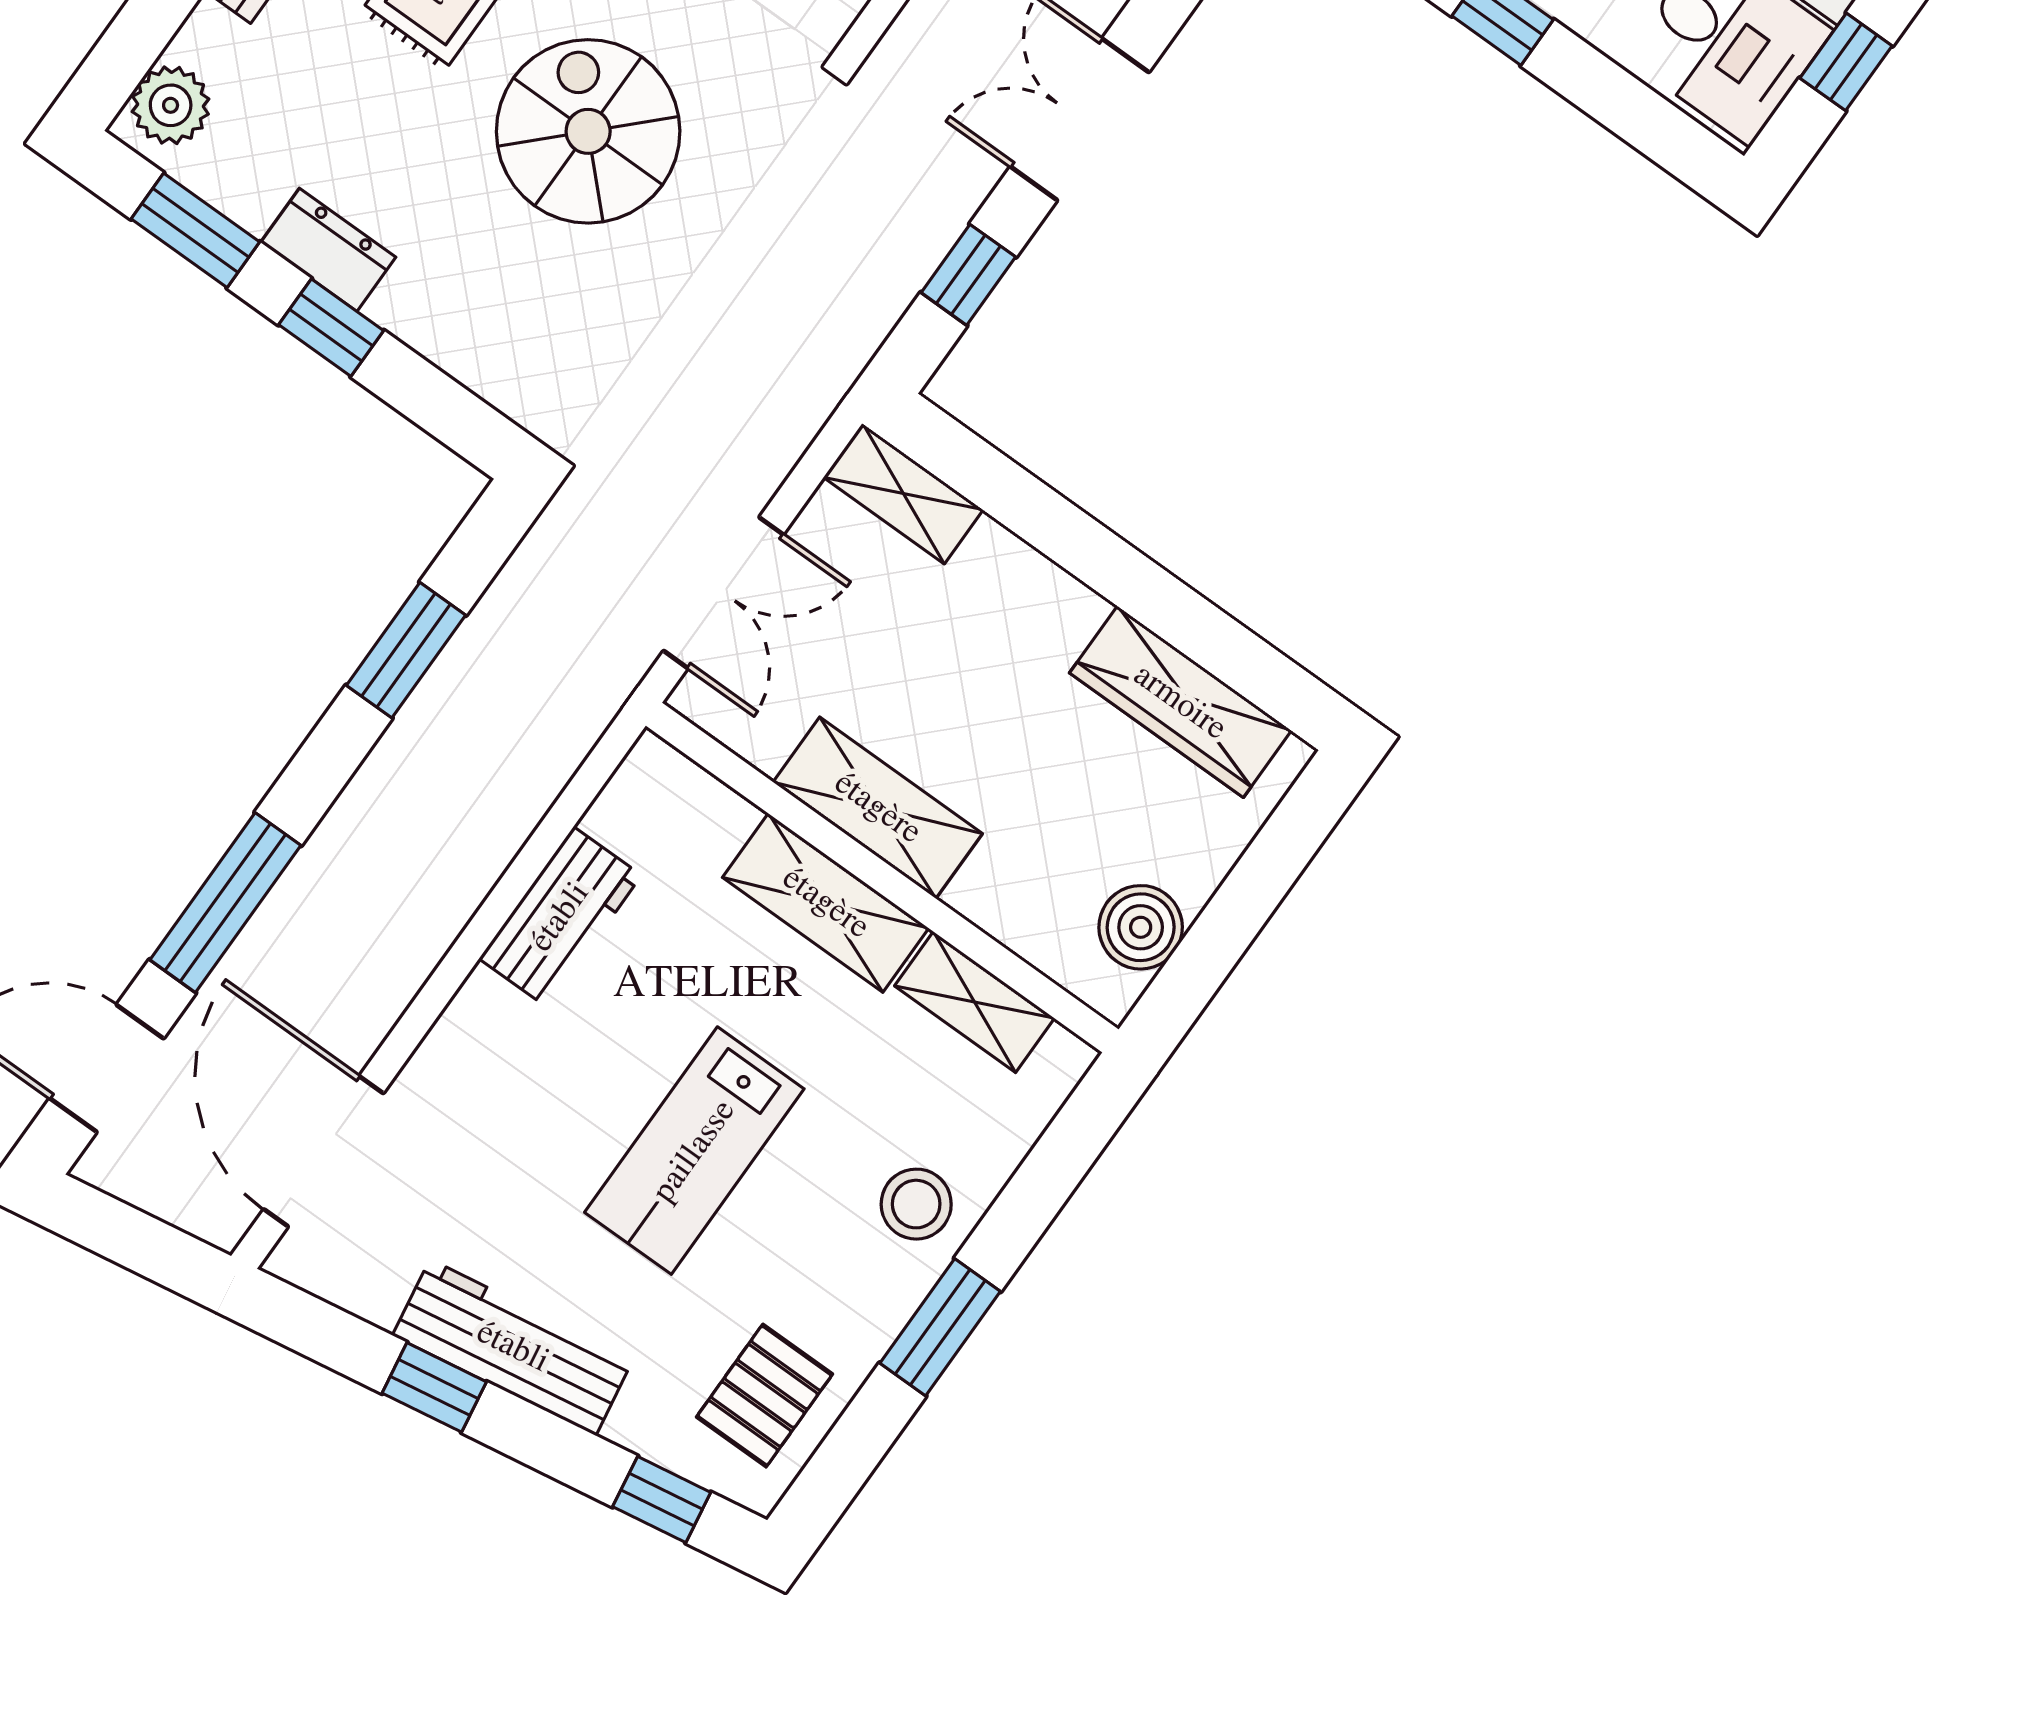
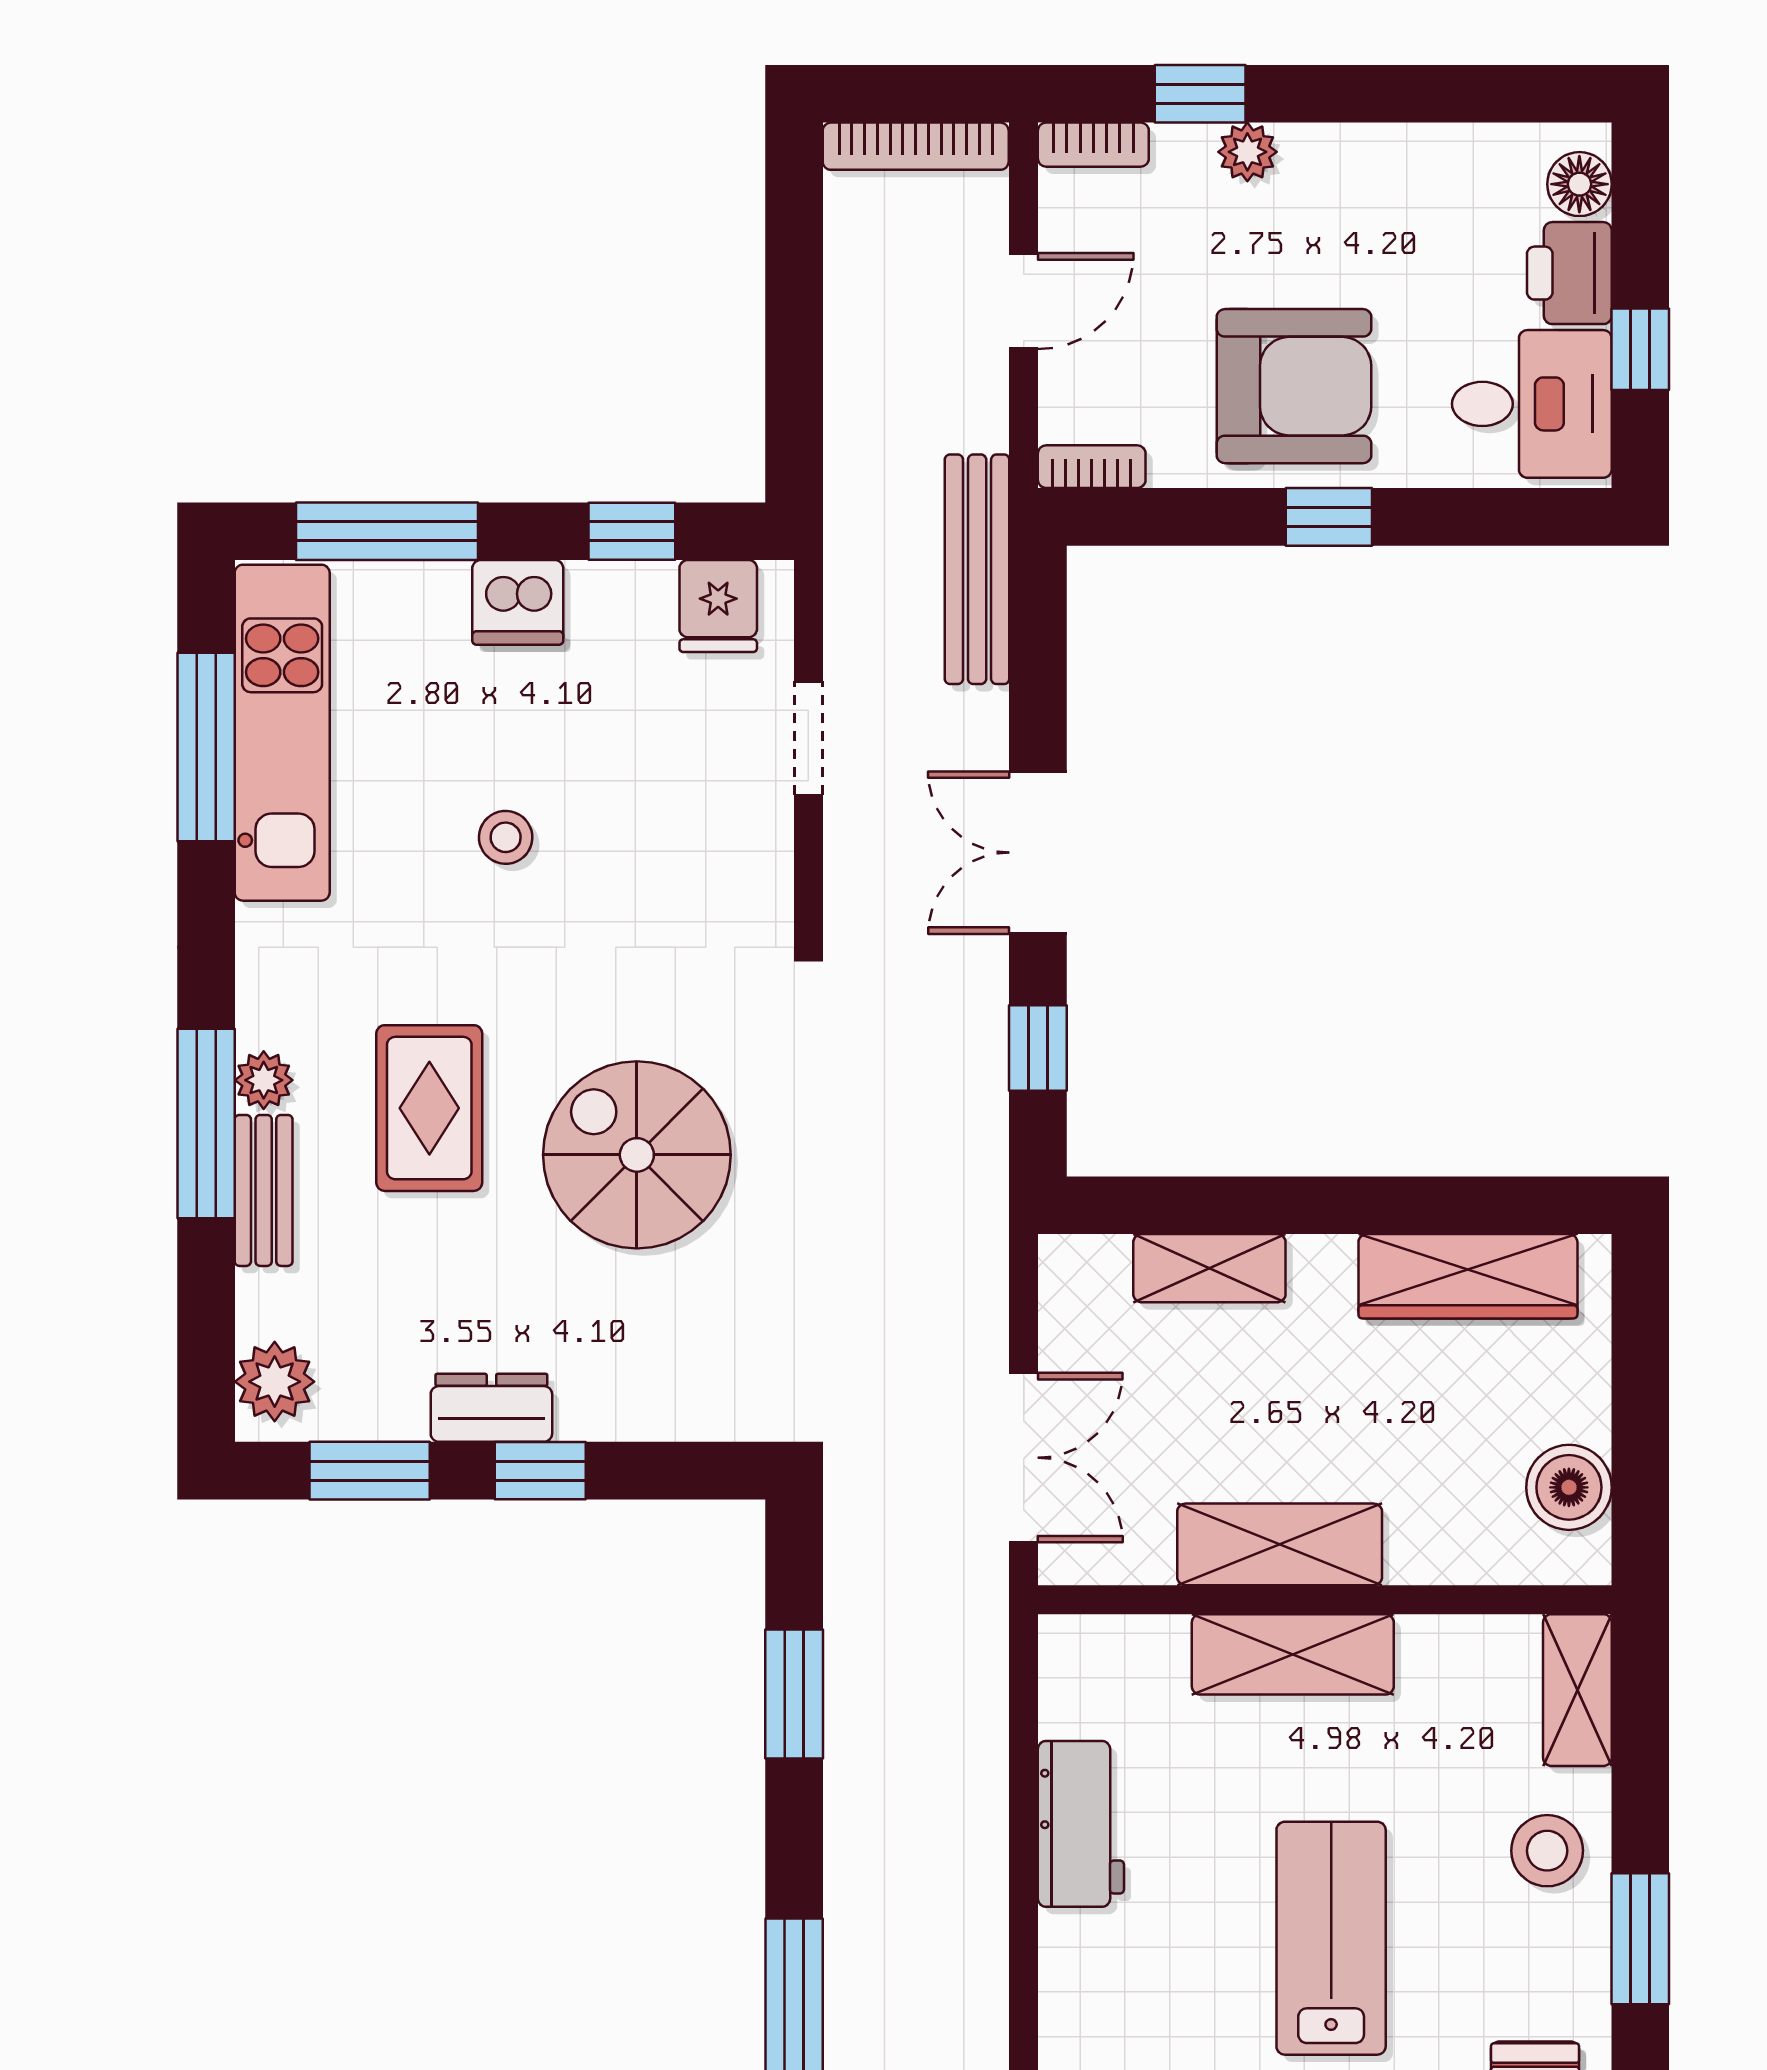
shelving: (903, 493) -> (1209, 1268), moved
shelving: (974, 1002) -> (1577, 1690), moved, turned 90
lab bench: (694, 1151) -> (1331, 1938), turned 180

